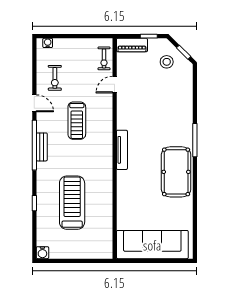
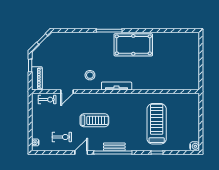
stool: (167, 62) -> (90, 75), moved
door: (115, 85) -> (67, 92), hinge flipped
treadmill: (72, 203) -> (157, 124), turned 90
sofa: (152, 245) -> (188, 63), removed

